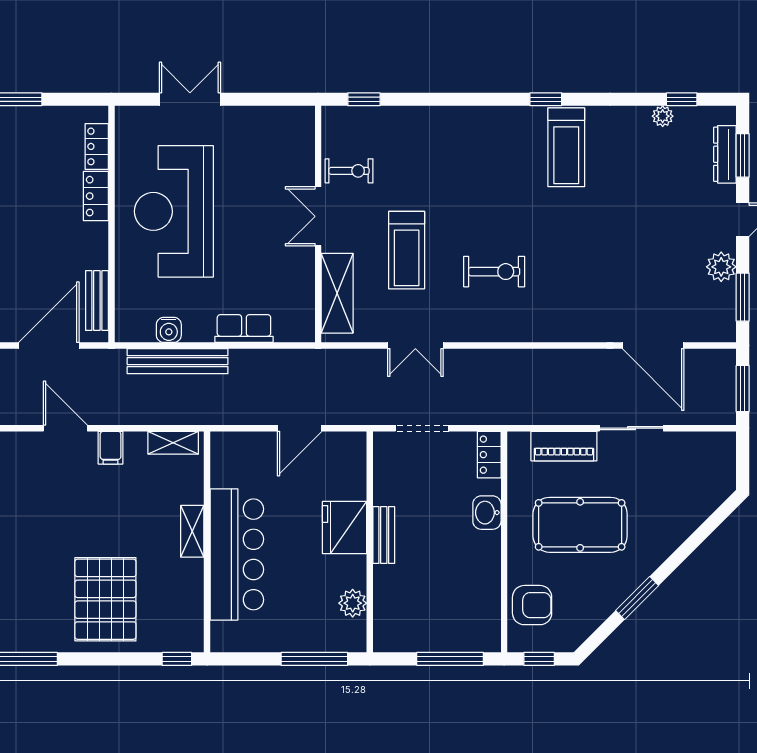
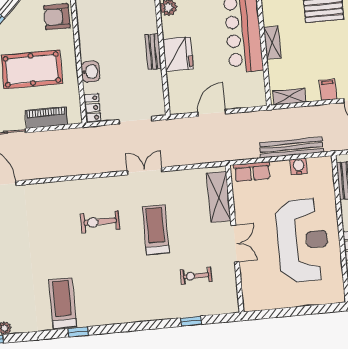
double door: (190, 99) -> (299, 311), removed
double door: (318, 216) -> (235, 244), moved
wall: (318, 224) -> (235, 239), moved
shelving: (337, 293) -> (219, 197), moved

